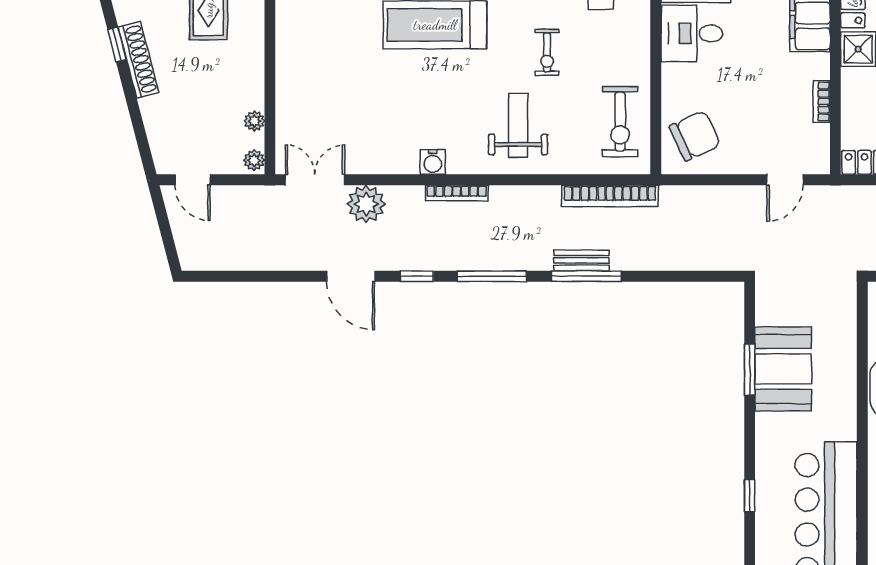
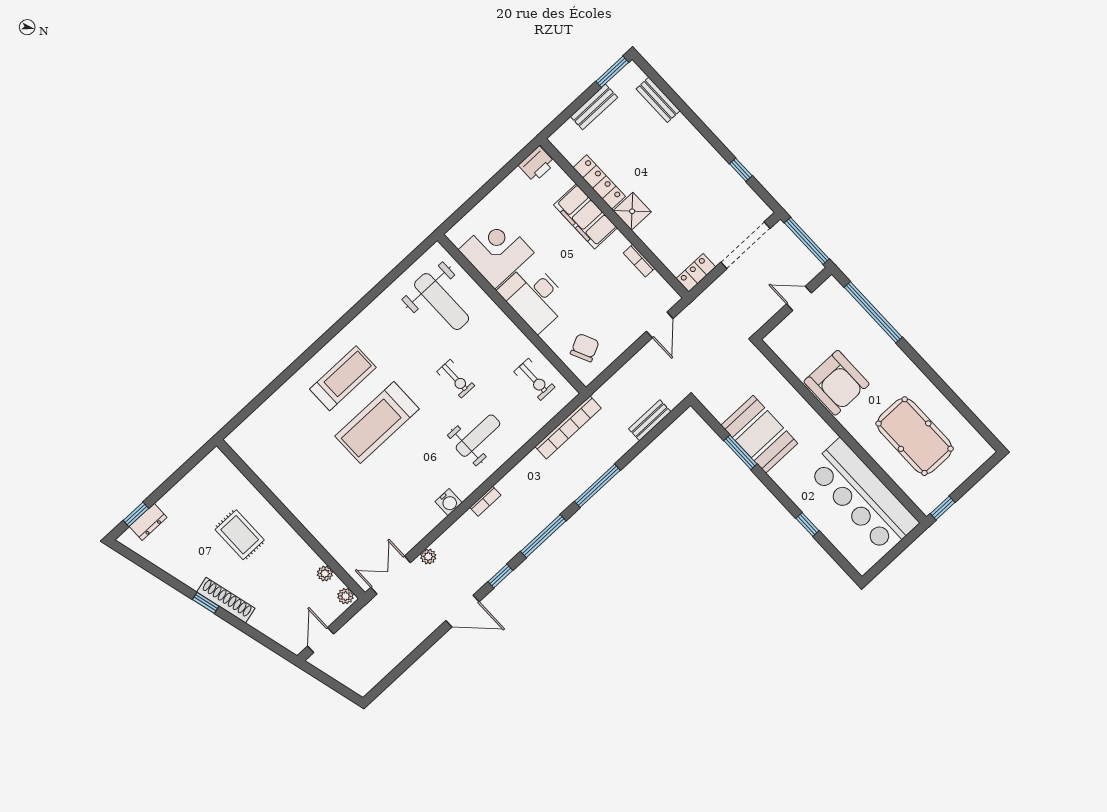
desk: (692, 33) -> (534, 297), width x1.37
exercise bike: (620, 122) -> (534, 379), width x0.73, depth x0.72
weight bench: (518, 125) -> (478, 436), turned 90
chair: (695, 136) -> (585, 348), width x0.73, depth x0.73
door: (193, 180) -> (321, 640), swing flipped
bookcase: (457, 193) -> (485, 501), width x0.64
plant: (366, 204) -> (428, 557), width x0.53, depth x0.53
bench: (581, 260) -> (650, 420), moved

